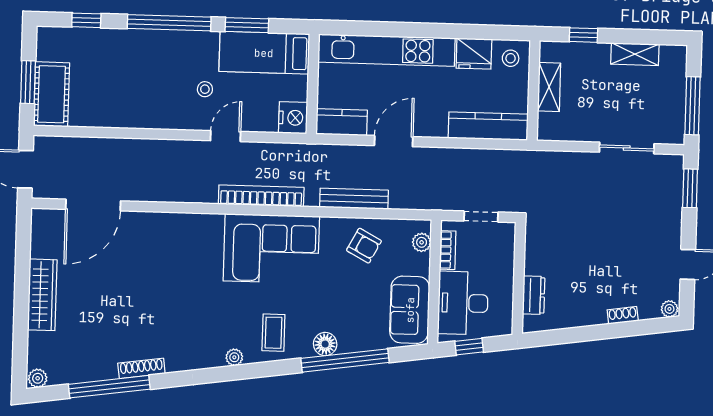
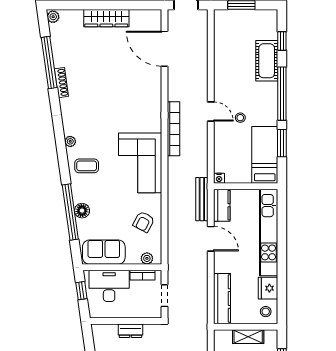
cot: (52, 94) -> (267, 61), moved, turned 90
nightstand: (293, 118) -> (219, 178), width x0.53, depth x0.56
door: (226, 136) -> (211, 111), moved
bookcase: (261, 196) -> (173, 129), moved
bench: (354, 199) -> (202, 199), moved
dresser: (534, 295) -> (130, 331), moved
floor lamp: (325, 344) -> (82, 211), moved

